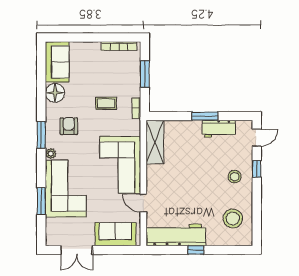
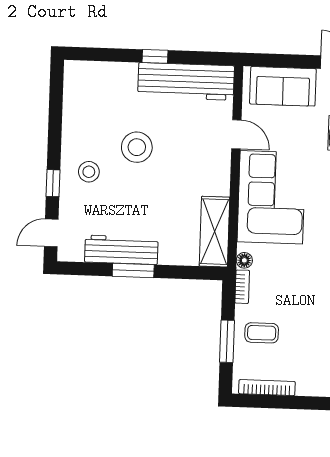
coffee table: (106, 103) -> (262, 333), moved
floor lamp: (136, 125) -> (244, 260), added
workbench: (219, 129) -> (121, 250), width x1.38
stool: (233, 219) -> (137, 147), moved

